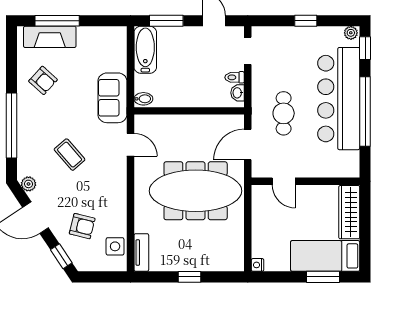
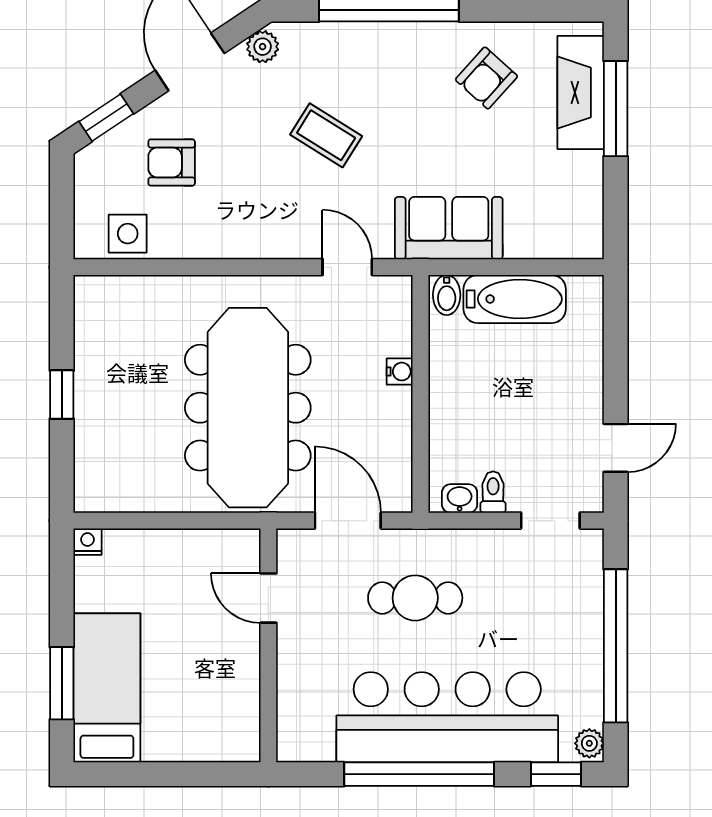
window: (166, 21) -> (616, 344), removed
window: (306, 21) -> (616, 646), width x3.17
bathtub: (145, 50) -> (515, 299), moved
water cooler: (179, 121) -> (400, 372), added
door: (130, 145) -> (347, 267), swing flipped
coffee table: (70, 155) -> (326, 135), turned 73
door: (284, 181) -> (268, 598), hinge flipped
wardrobe: (349, 212) -> (202, 740), removed
armchair: (82, 226) -> (172, 162), turned 76
tv unit: (141, 252) -> (114, 290), removed

